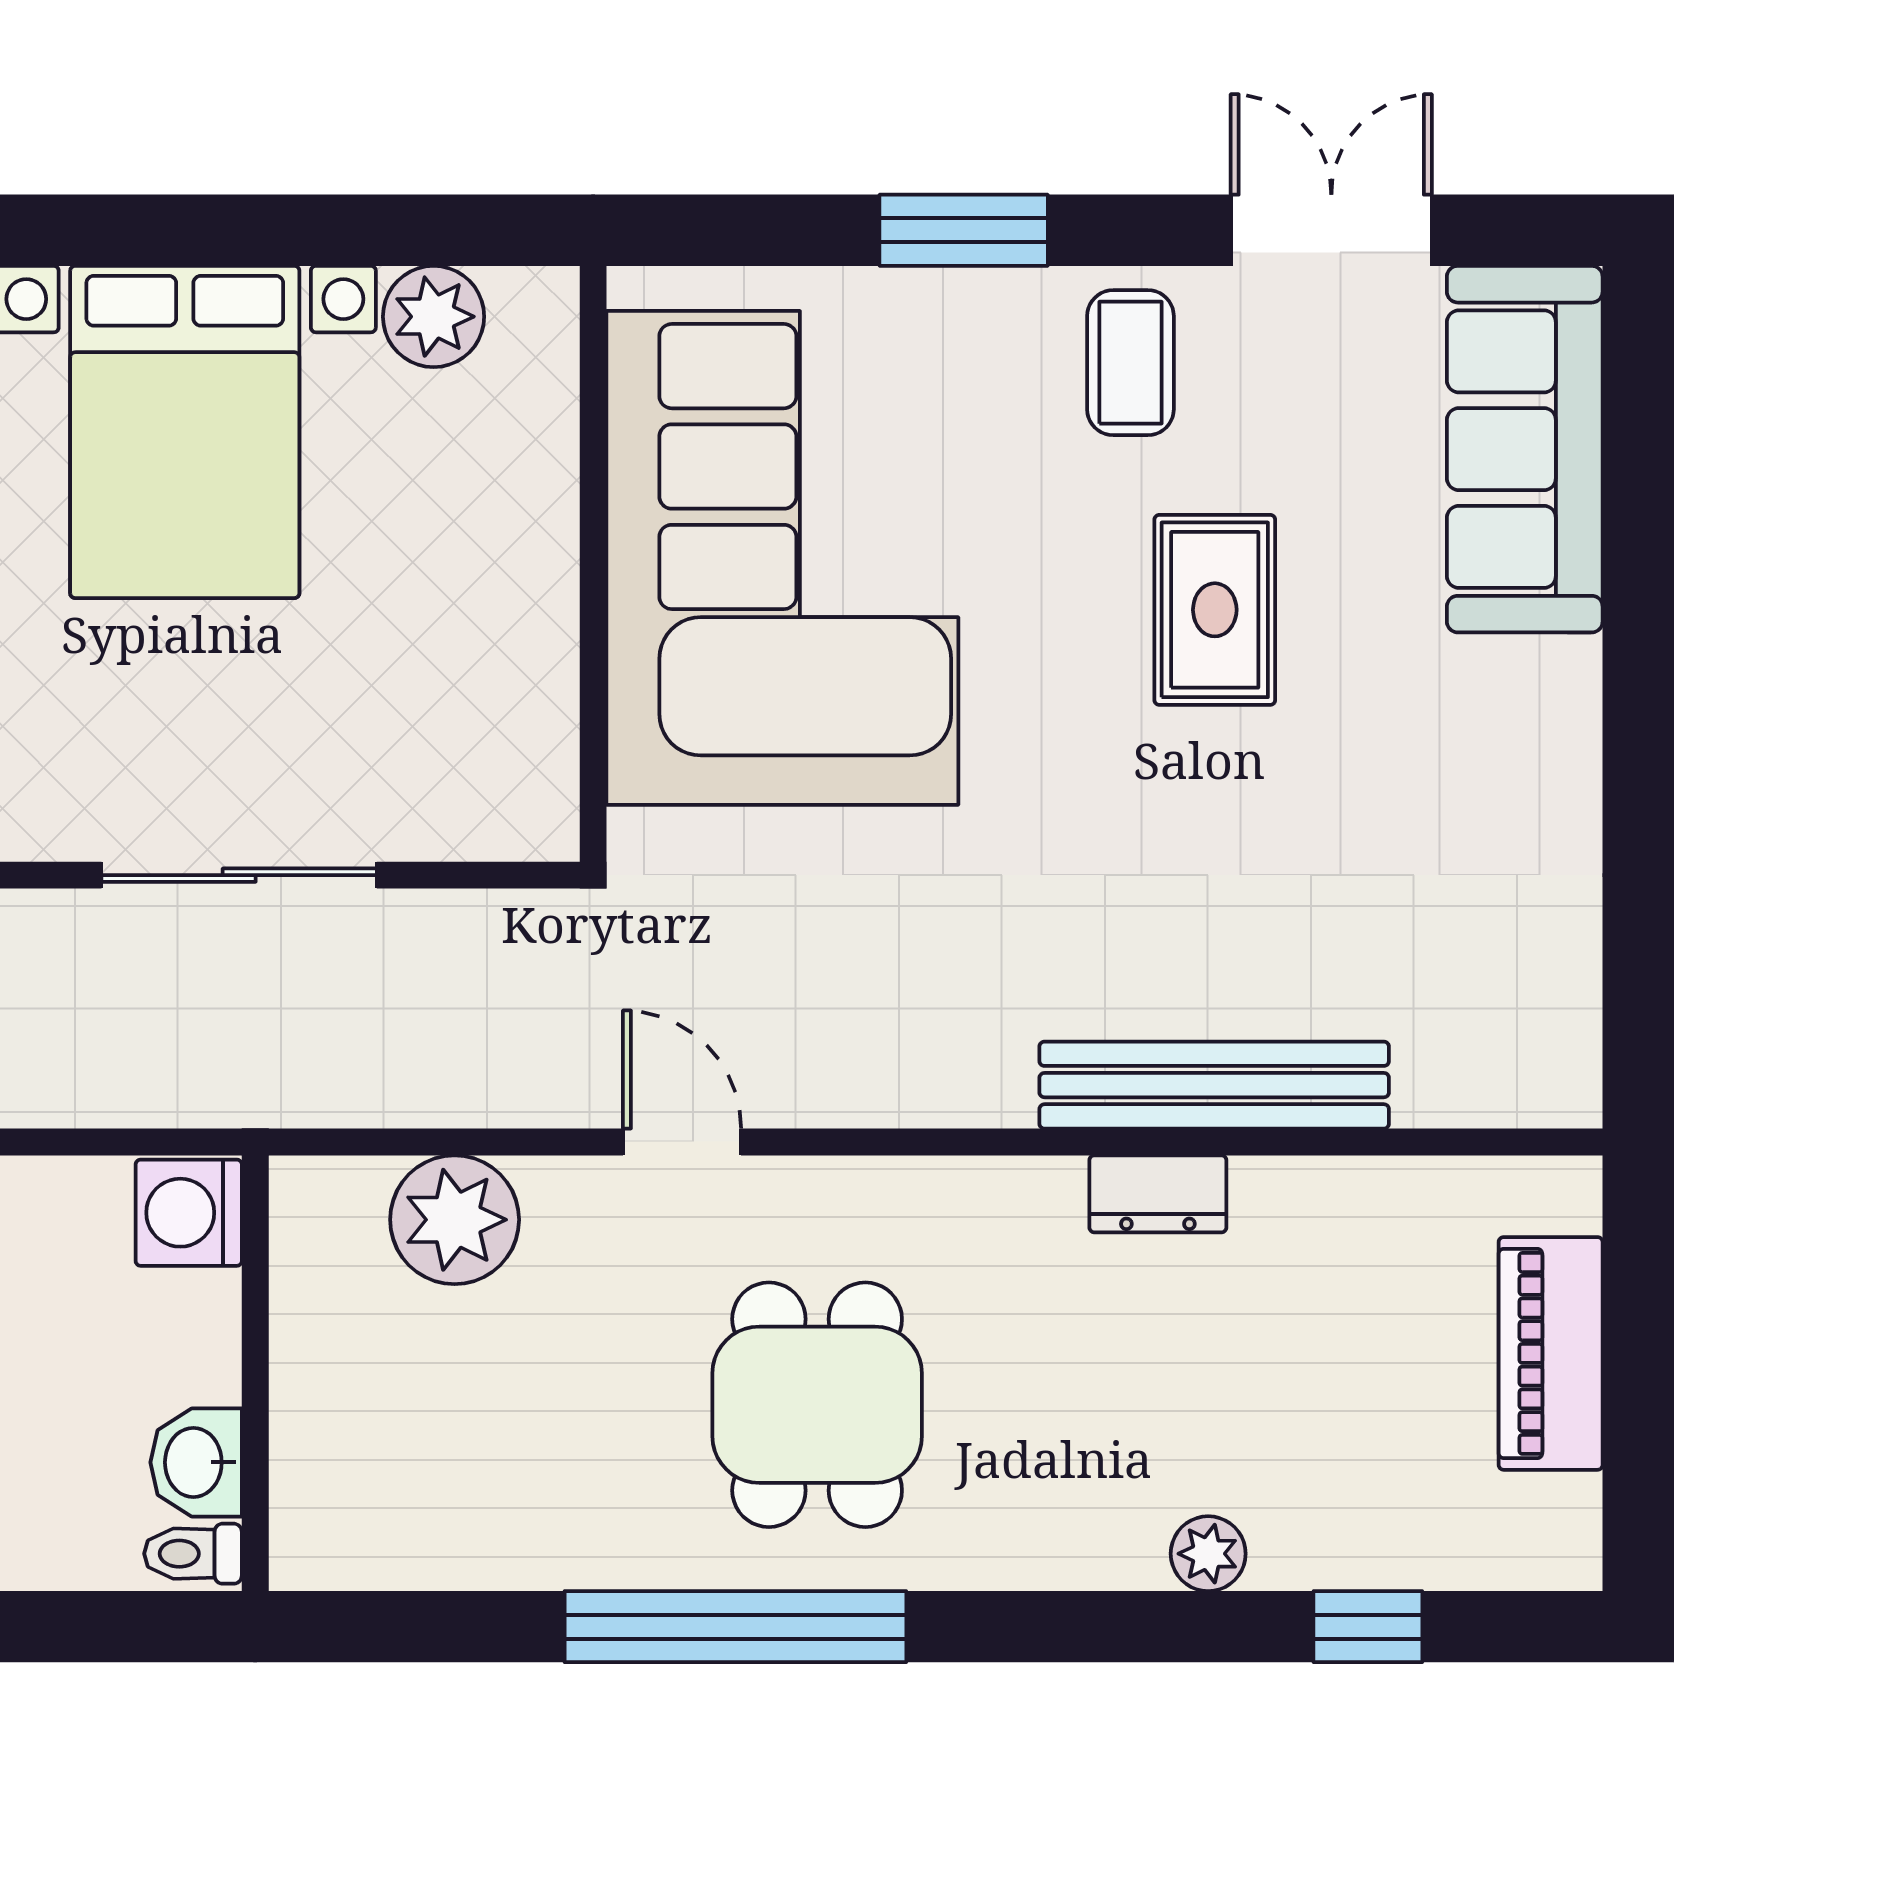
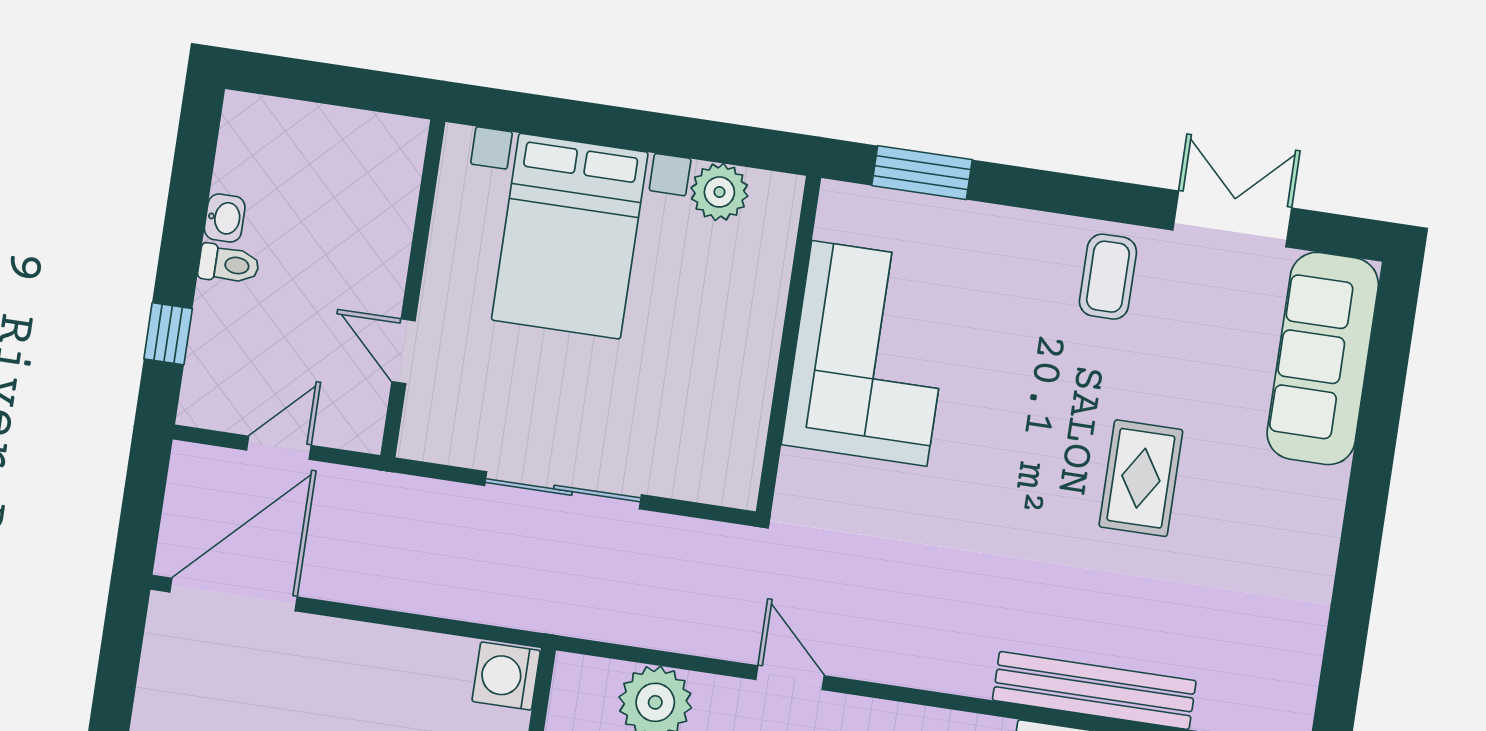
window: (964, 230) -> (922, 173), moved
corner sofa: (782, 558) -> (869, 353), width x0.73, depth x0.74
rug: (1215, 610) -> (1141, 478), moved

